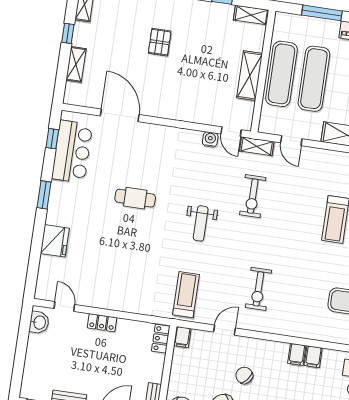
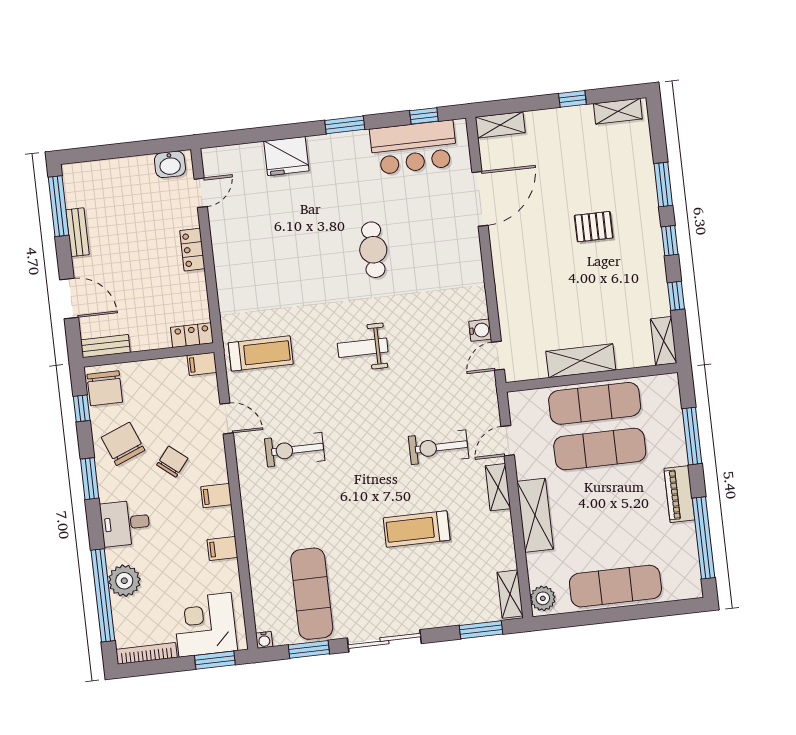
shelving: (76, 64) -> (500, 125), moved
shelving: (257, 146) -> (498, 487), moved
exercise bike: (253, 196) -> (439, 447), moved
filing cabinet: (297, 354) -> (216, 496), moved

